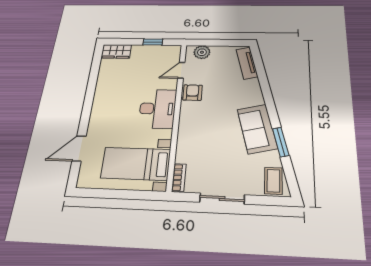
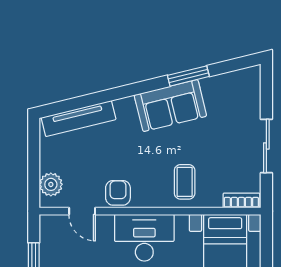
tv unit: (247, 63) -> (79, 119), width x1.41
armchair: (192, 93) -> (118, 193), turned 90
coffee table: (273, 181) -> (185, 182), moved, turned 90

